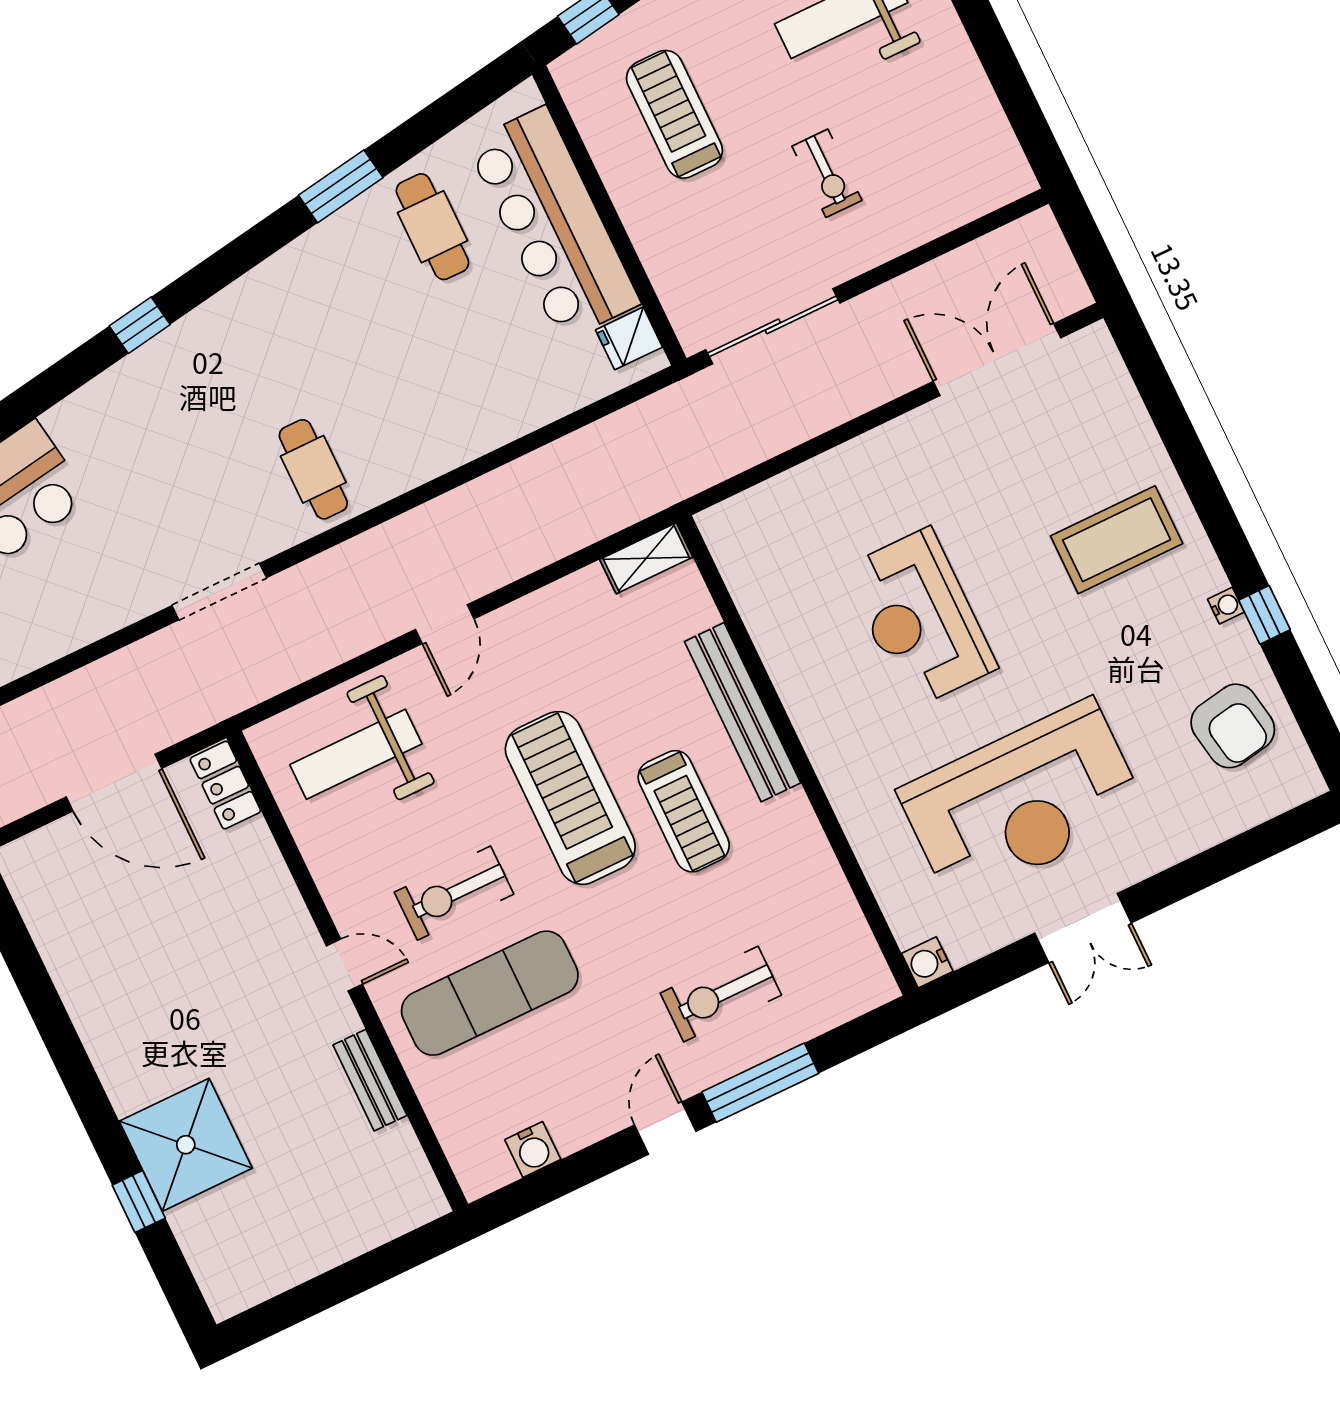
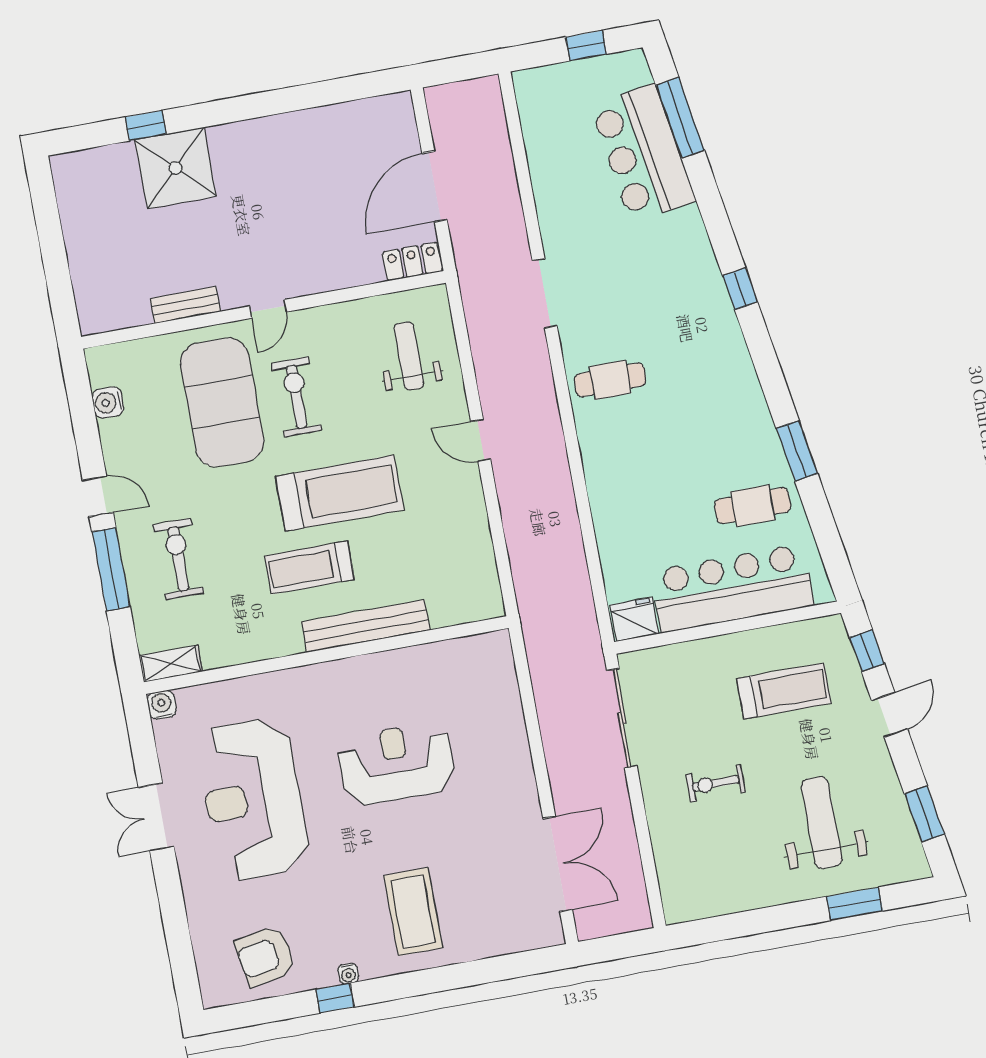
fridge: (629, 338) -> (634, 619), width x1.38
shelving: (646, 558) -> (171, 664), moved, turned 90
weight bench: (356, 754) -> (409, 356), width x0.73, depth x0.75
exercise mat: (490, 993) -> (222, 402), width x1.47

